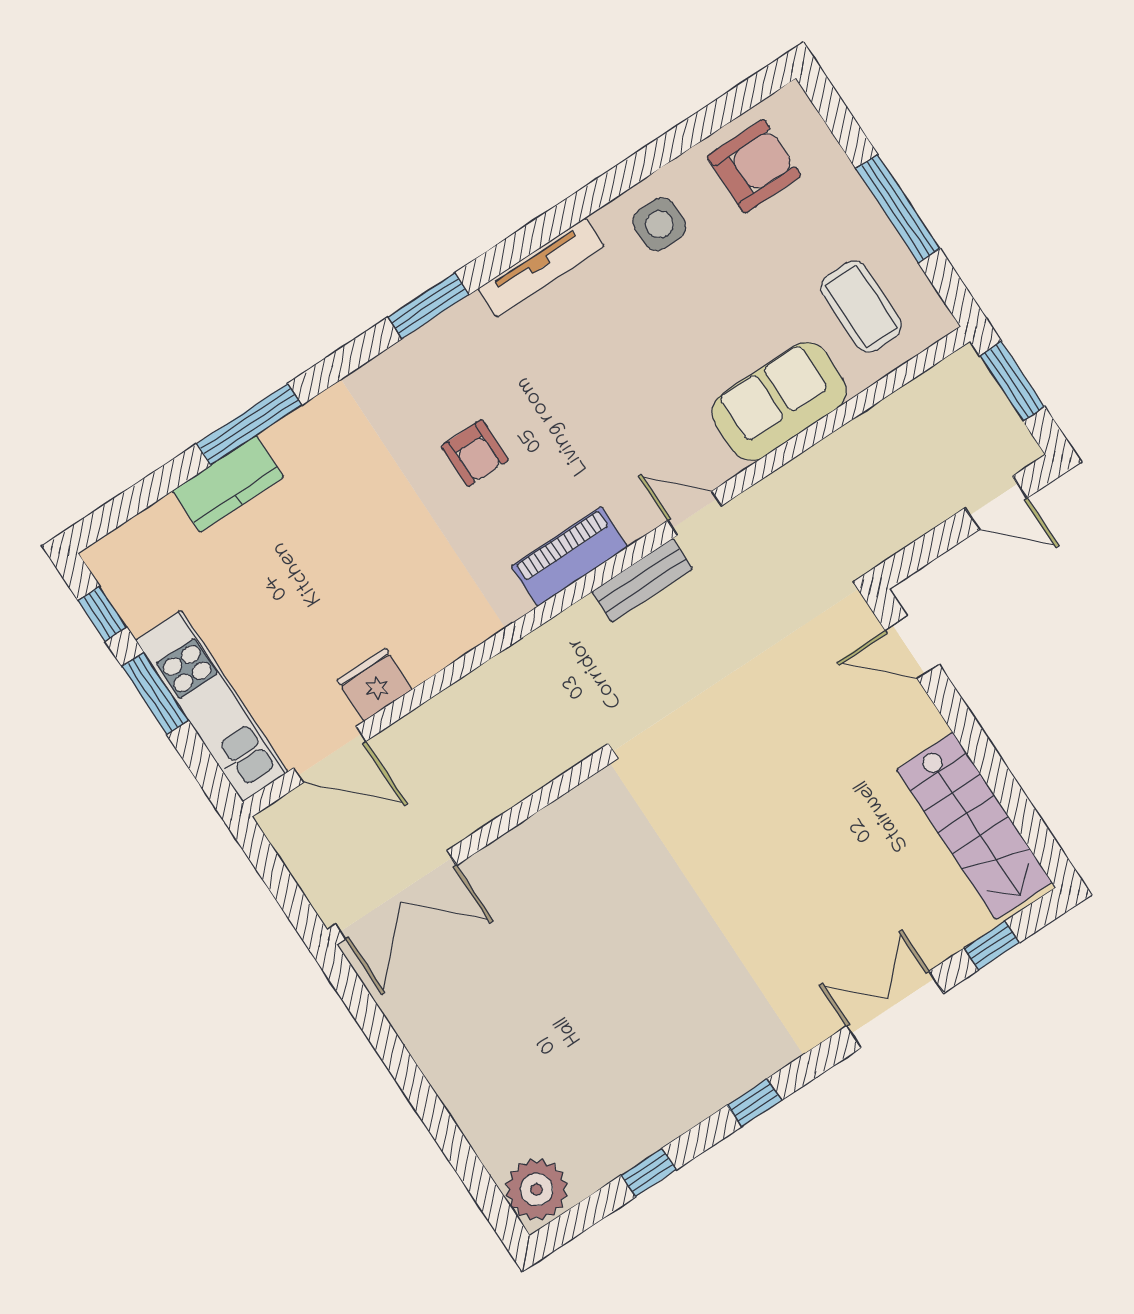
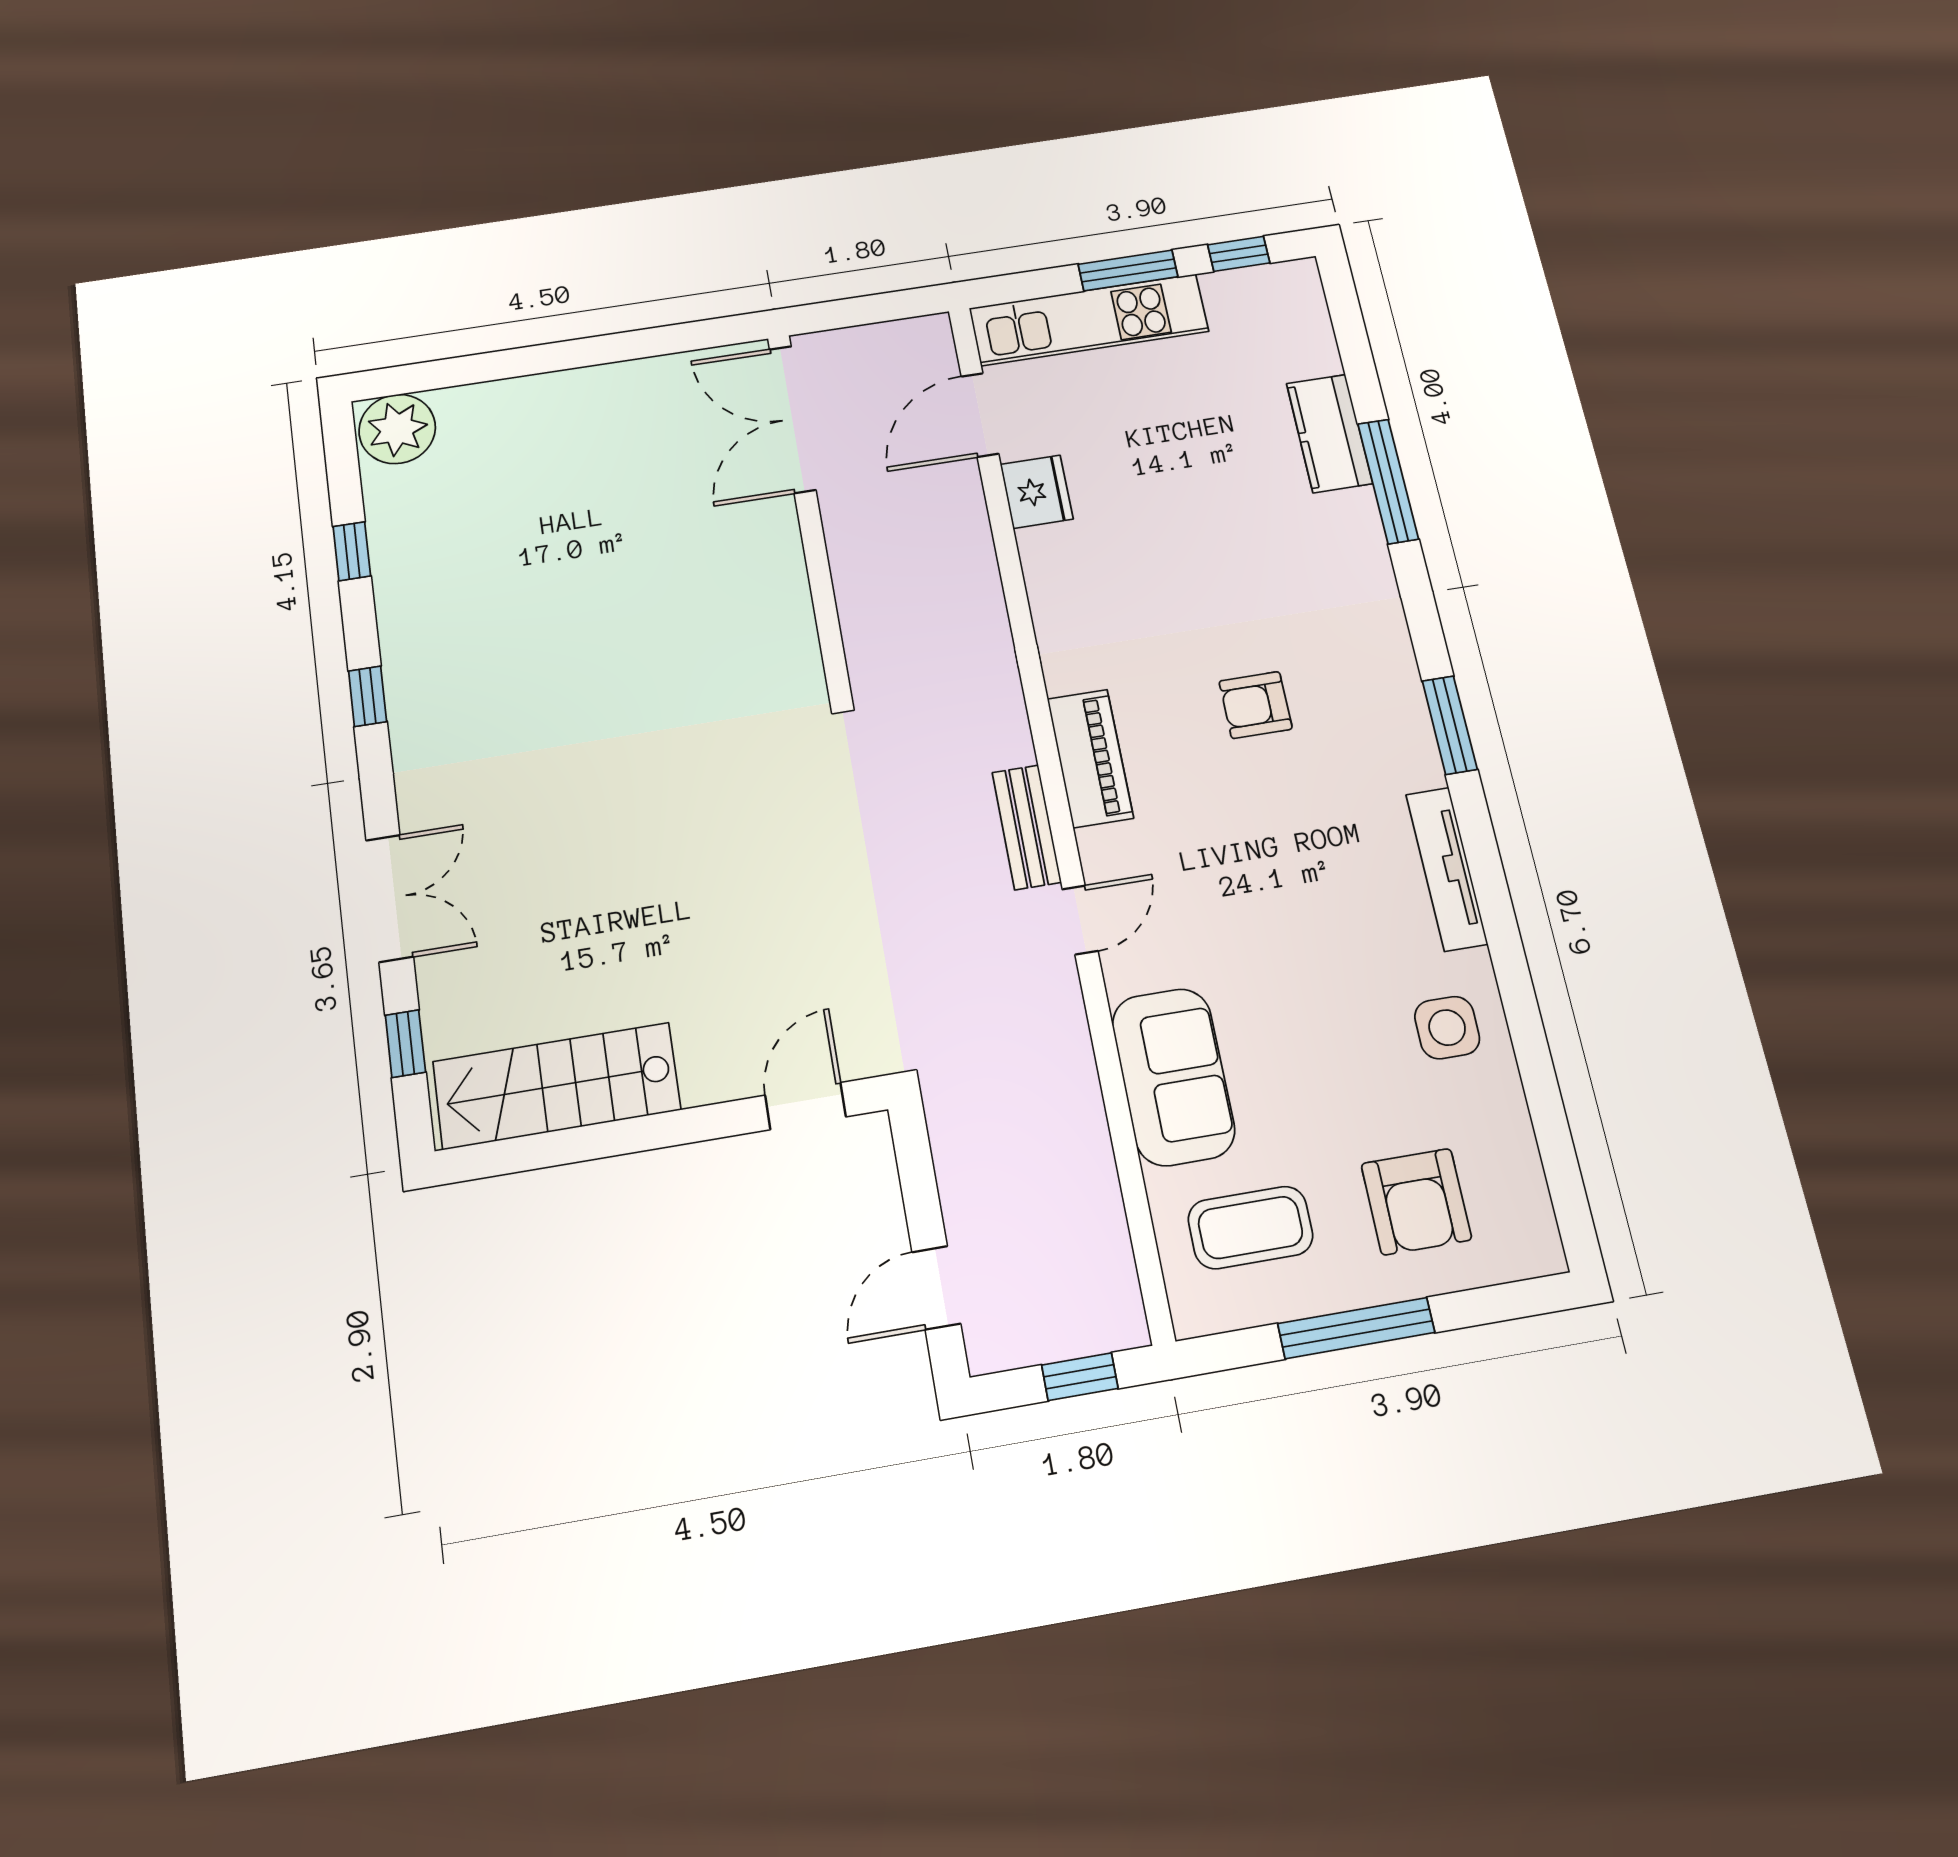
armchair: (754, 166) -> (1416, 1202), moved
window: (1012, 381) -> (1080, 1377), width x0.67

